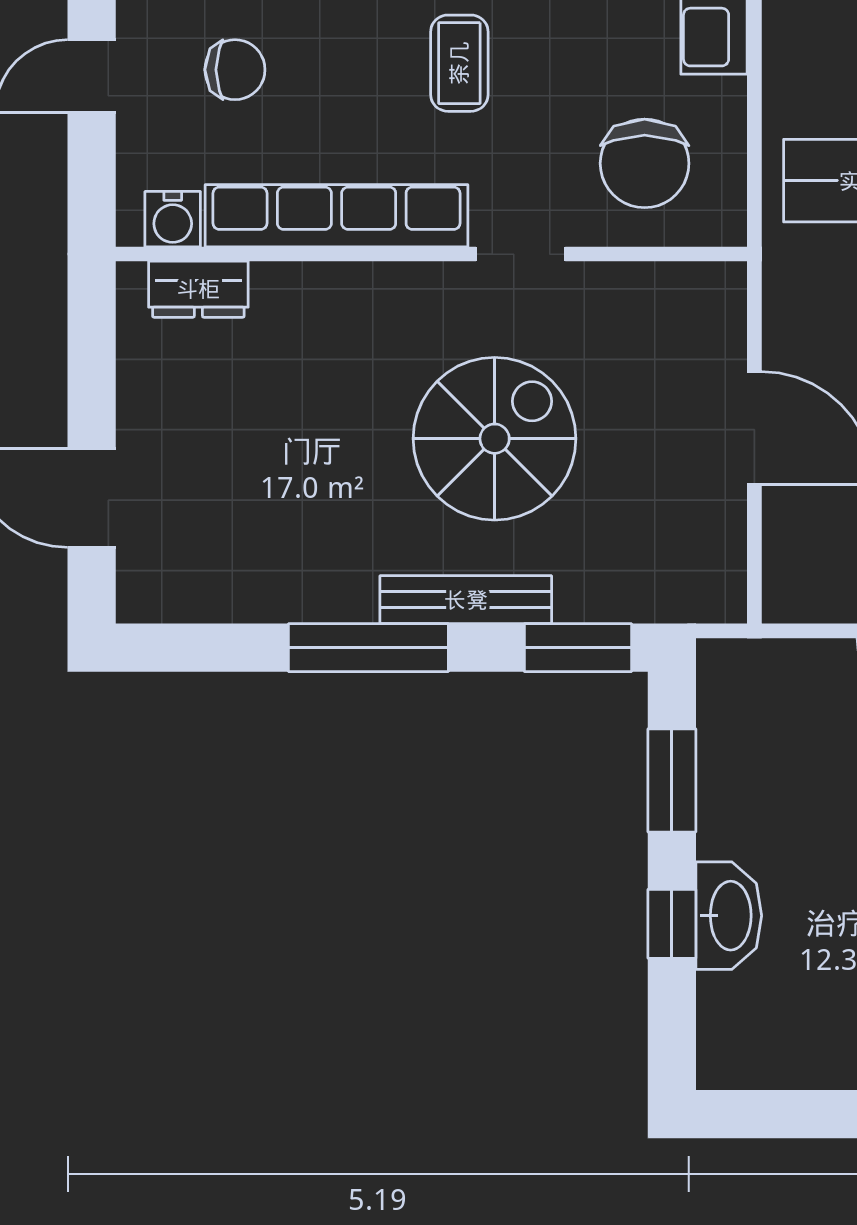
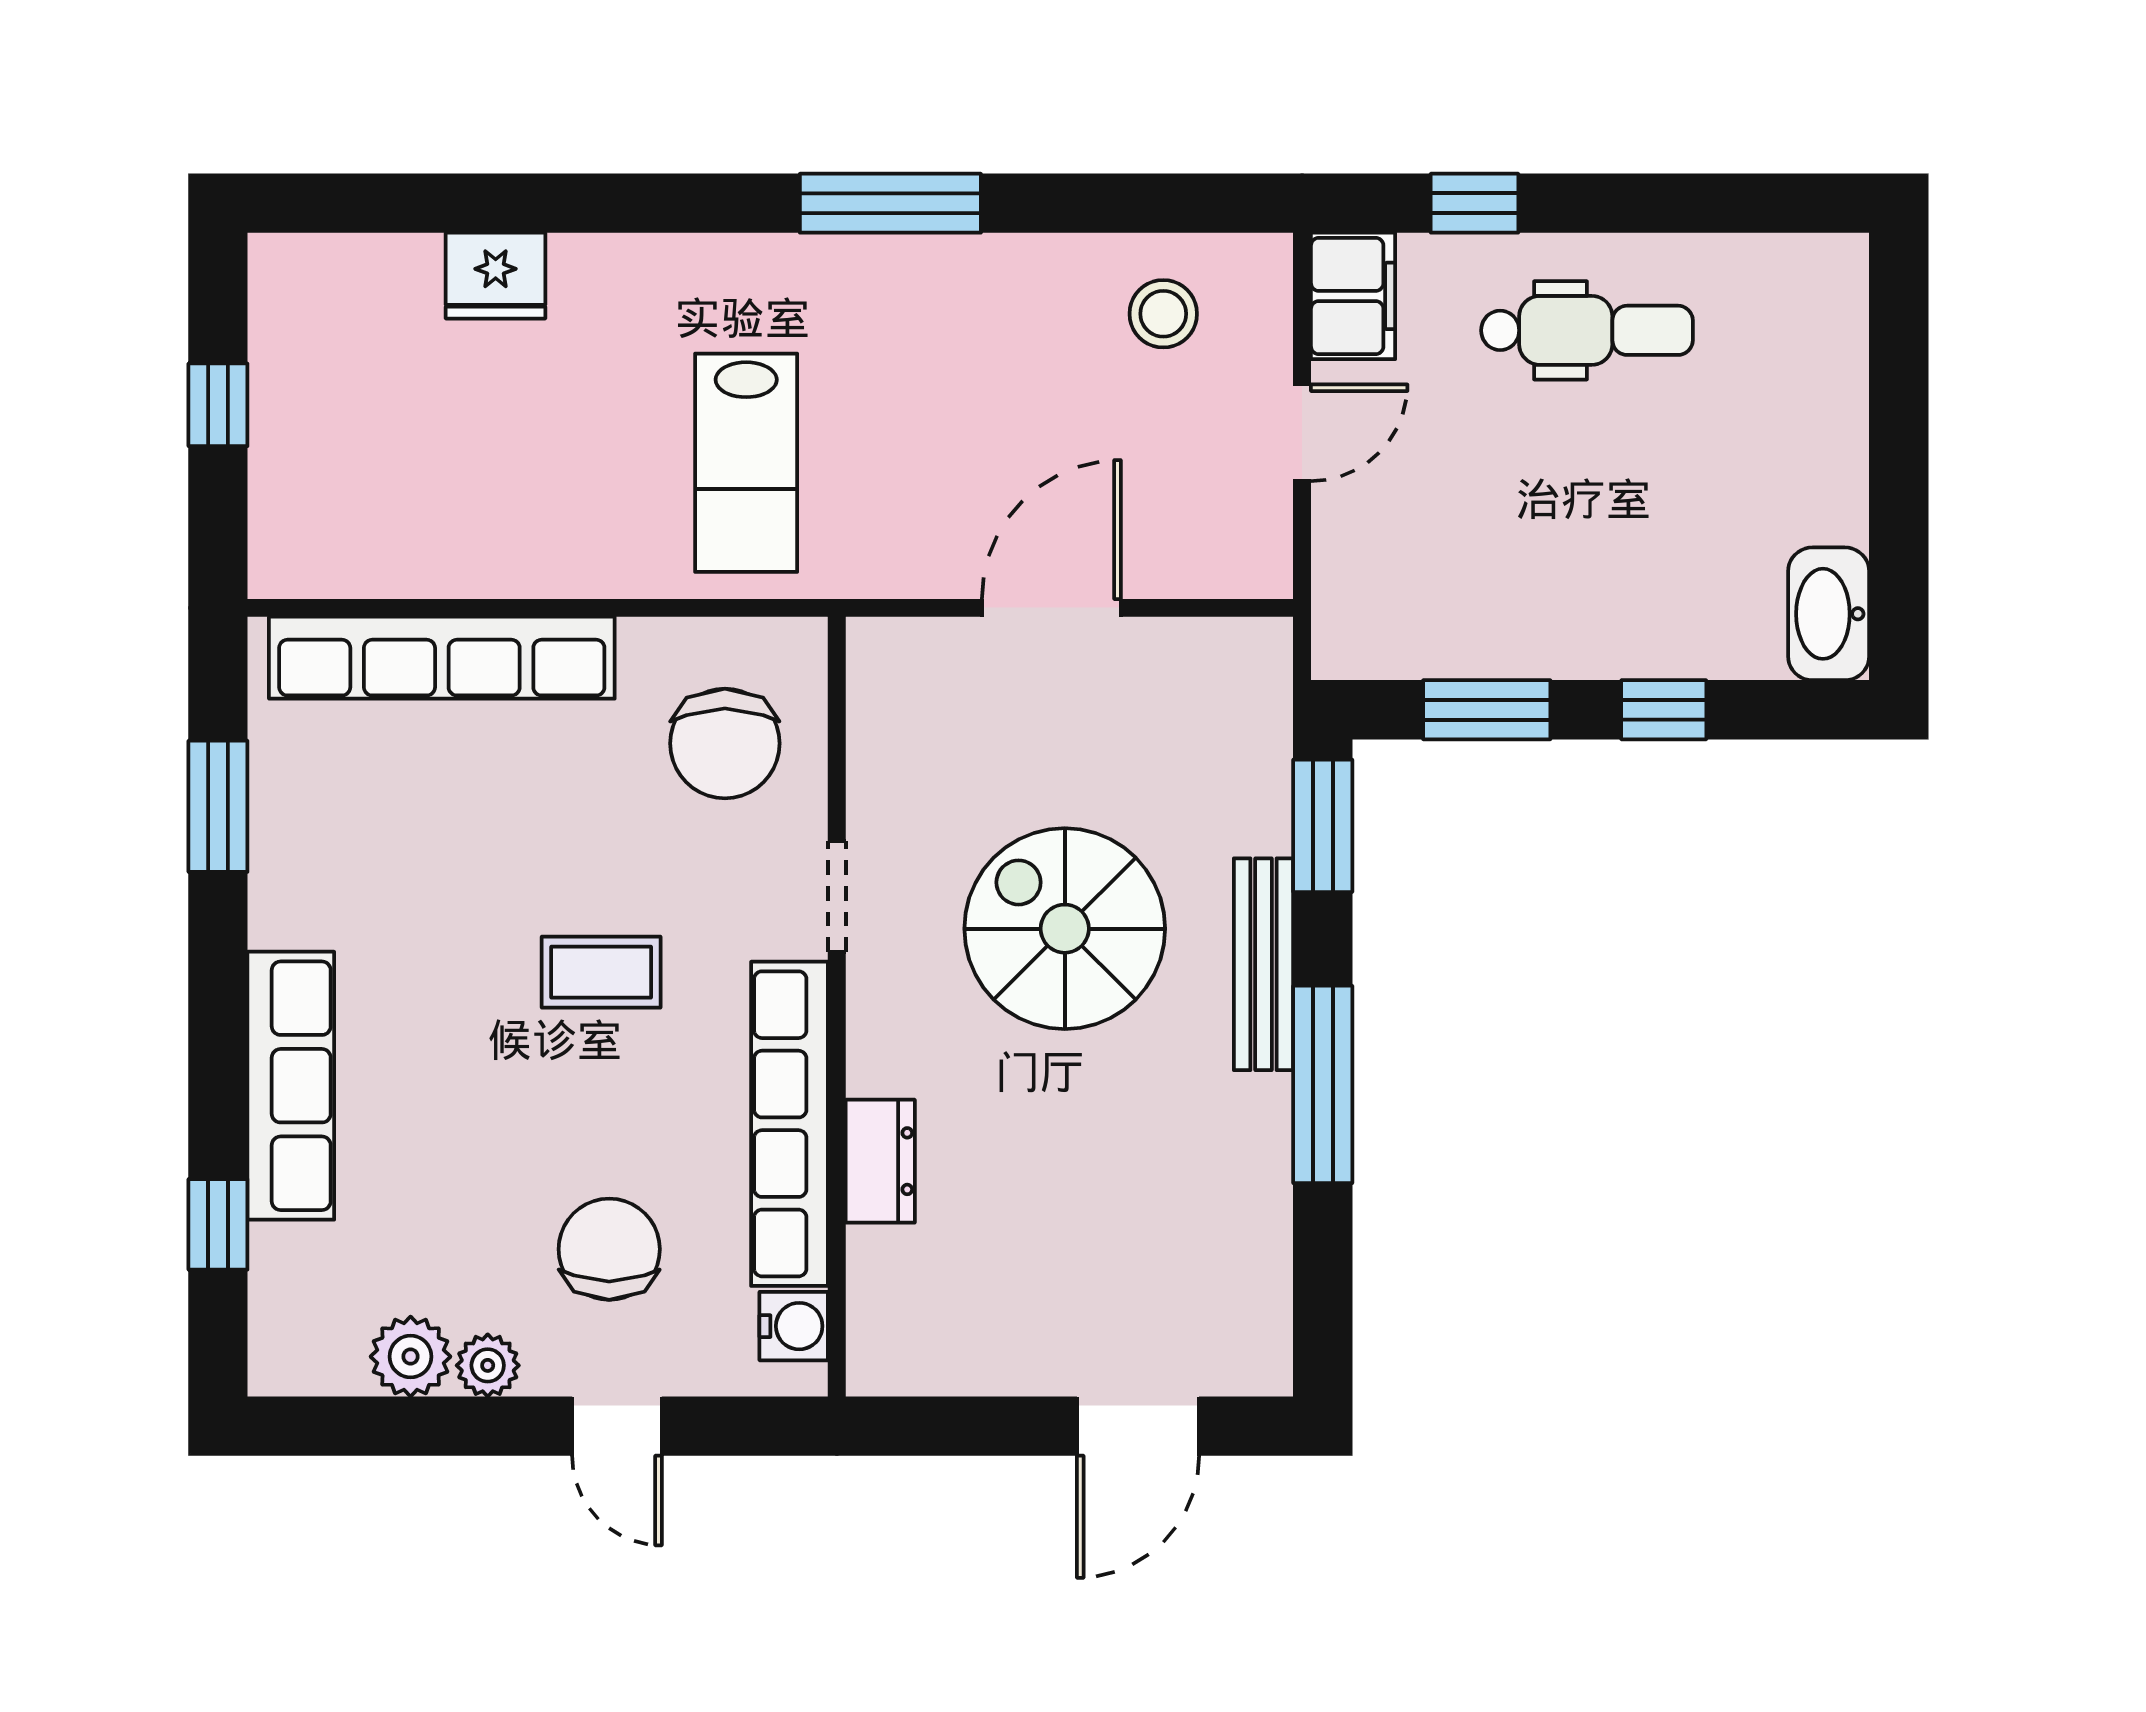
chair: (235, 70) -> (609, 1249), width x1.37, depth x1.37
chair: (645, 163) -> (725, 743), turned 90
dresser: (198, 289) -> (880, 1161), moved
washbasin: (729, 916) -> (1829, 614), moved, turned -90

